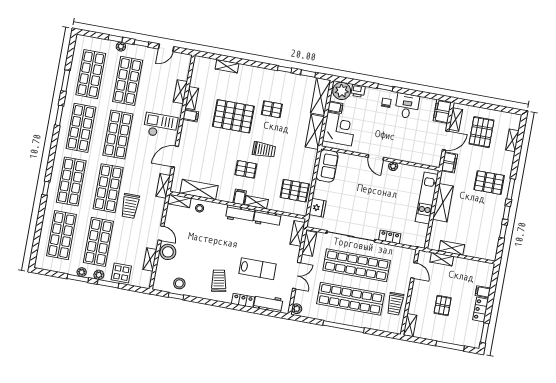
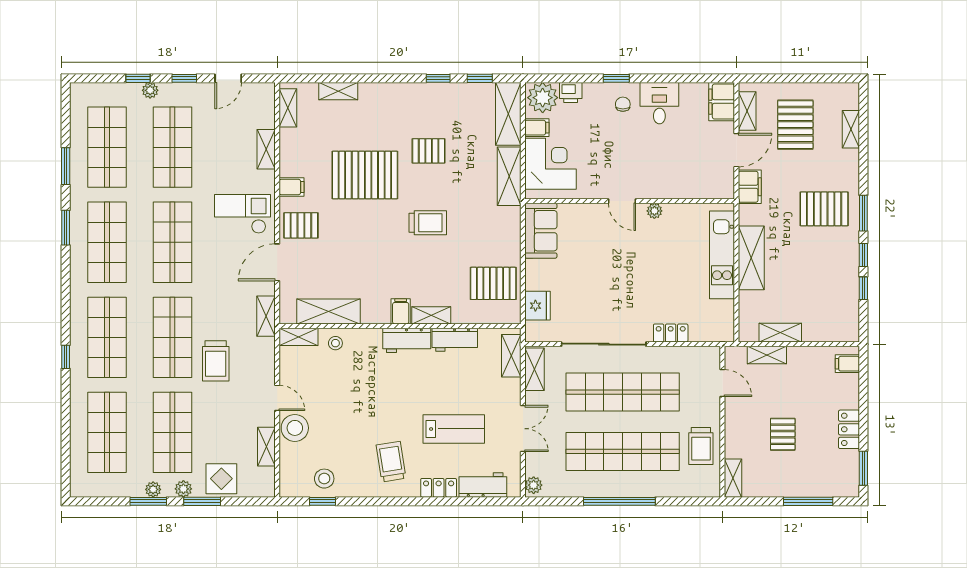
shelving: (192, 98) -> (288, 108), moved
pallet: (246, 169) -> (301, 225), moved
filing cabinet: (483, 292) -> (847, 364), moved

